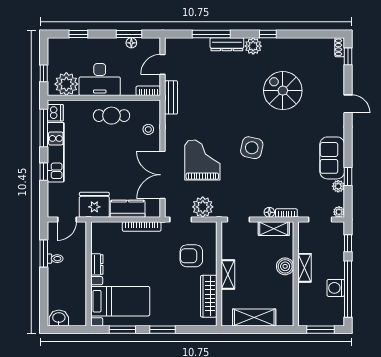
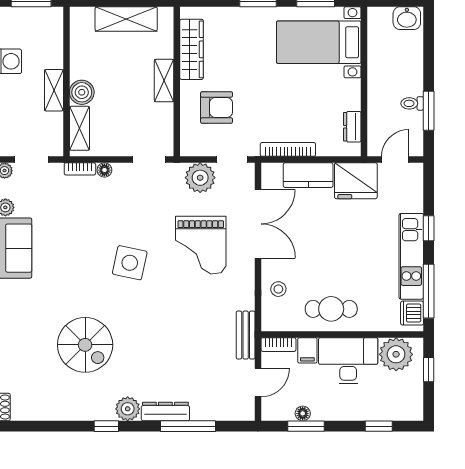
filing cabinet: (128, 87) -> (307, 350), added
shelving: (274, 229) -> (79, 128), moved, turned 90
dresser: (97, 264) -> (352, 127), moved

